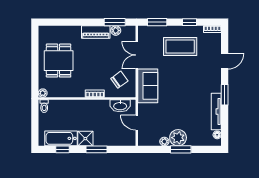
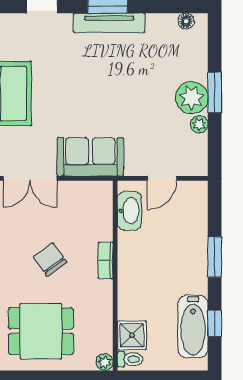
chair: (119, 80) -> (50, 259), moved
tv unit: (216, 112) -> (109, 23), moved
shower: (85, 139) -> (132, 335), moved

